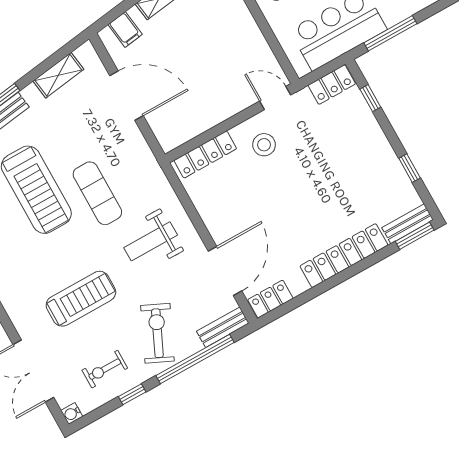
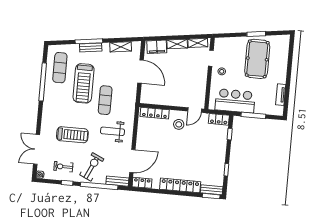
filing cabinet: (125, 29) -> (157, 47), width x2.00
door: (275, 98) -> (195, 110), swing flipped

